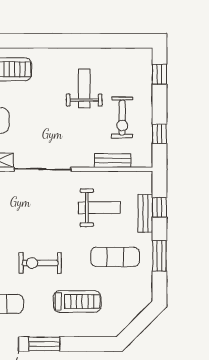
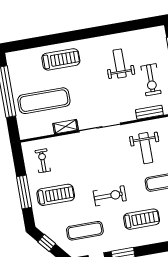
weight bench: (99, 208) -> (146, 148), turned 90
exercise bike: (40, 263) -> (110, 196), turned 180

